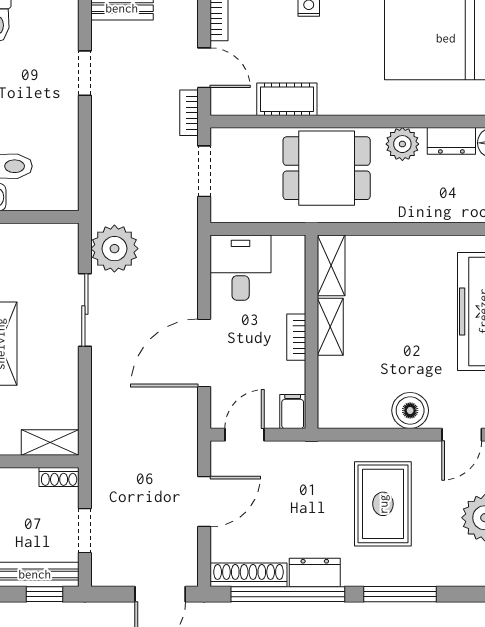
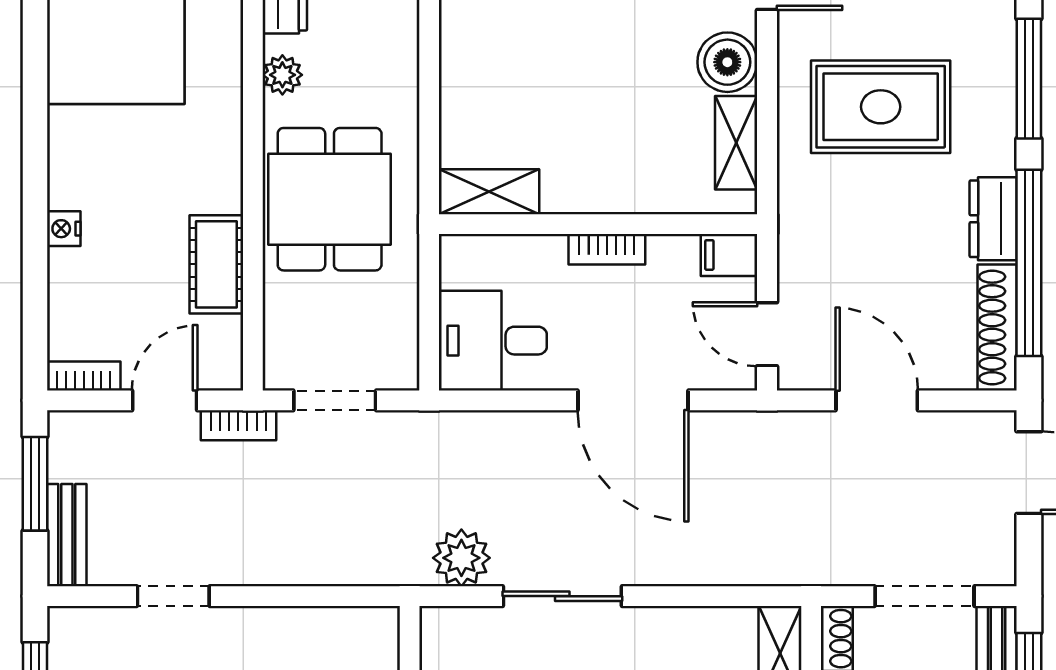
plant: (402, 144) -> (282, 75), width x0.73, depth x0.73
plant: (114, 249) -> (461, 558), width x0.73, depth x0.73
shelving: (330, 327) -> (736, 143), moved, turned 90
doorway: (85, 531) -> (925, 596), width x1.38

